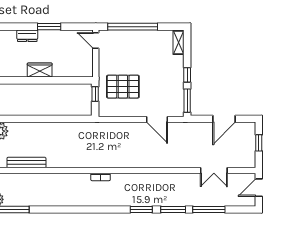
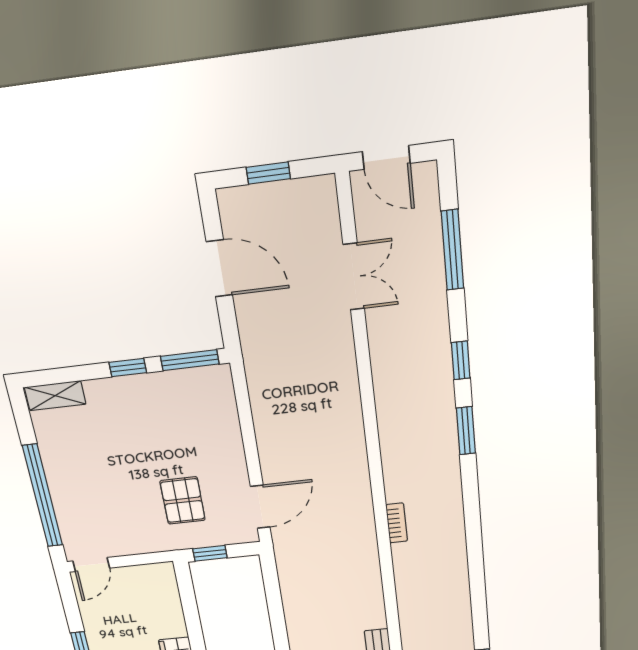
pallet: (123, 87) -> (183, 501), width x0.67, depth x0.71
door: (157, 119) -> (260, 507), moved
window: (173, 210) -> (461, 360), width x0.67
window: (209, 210) -> (452, 250), moved

